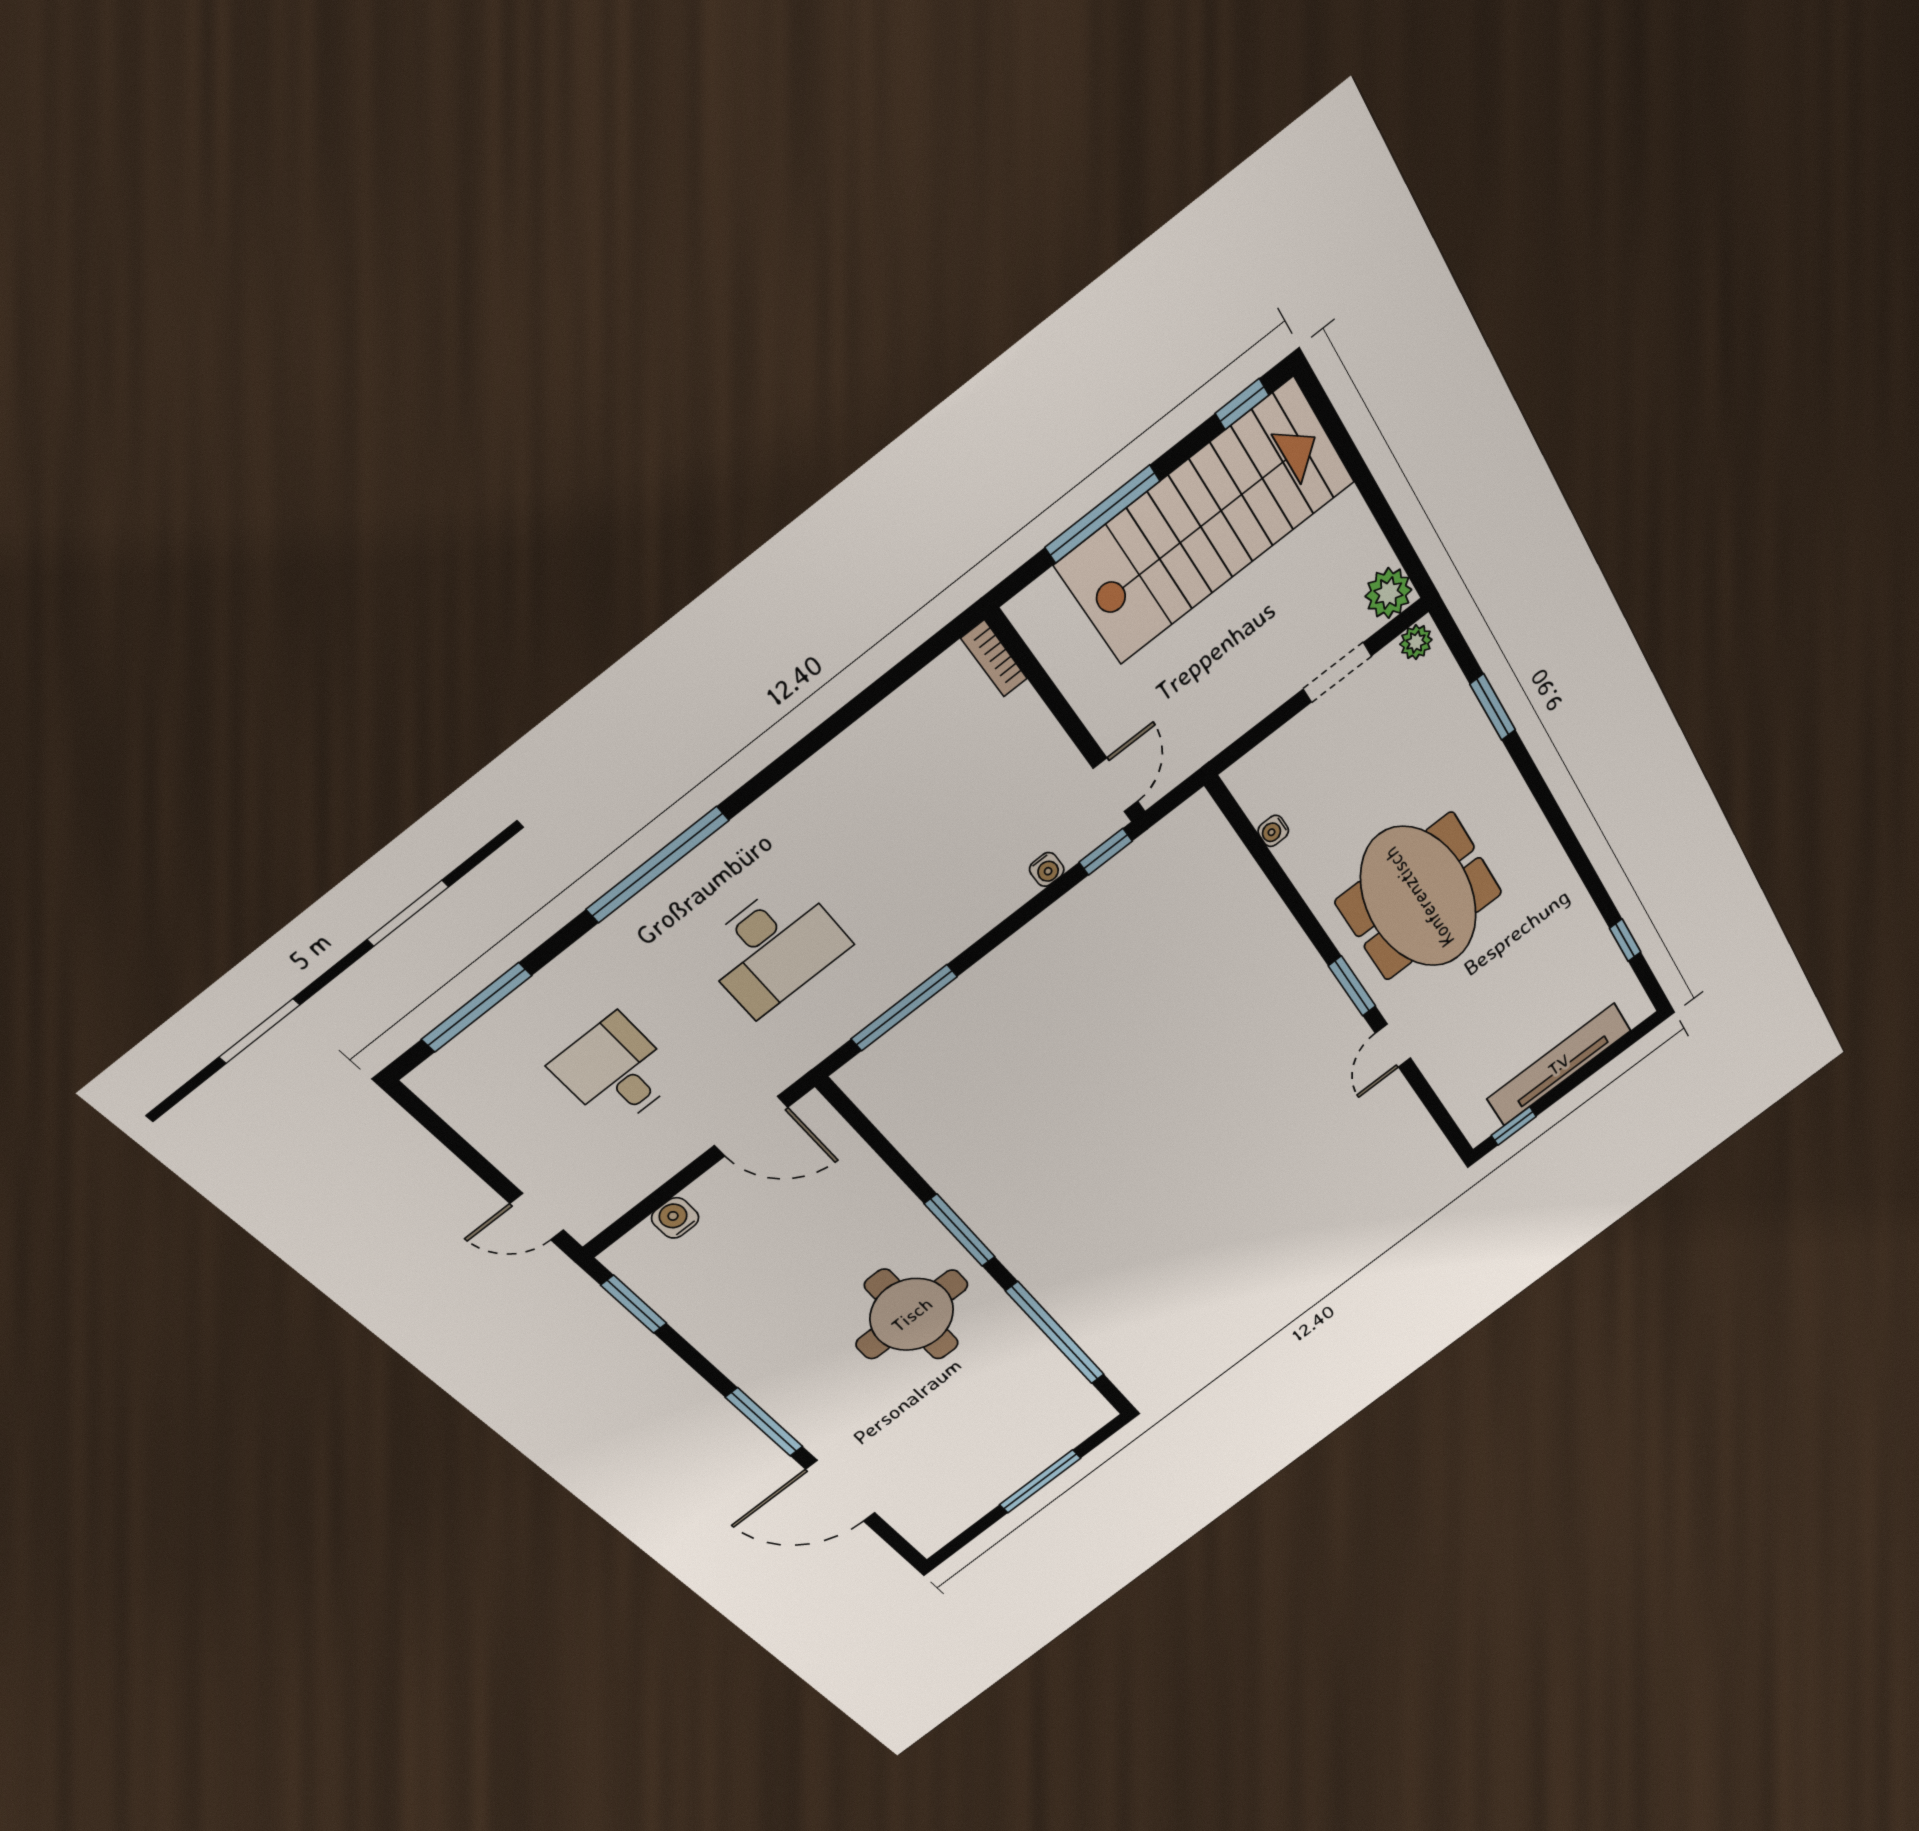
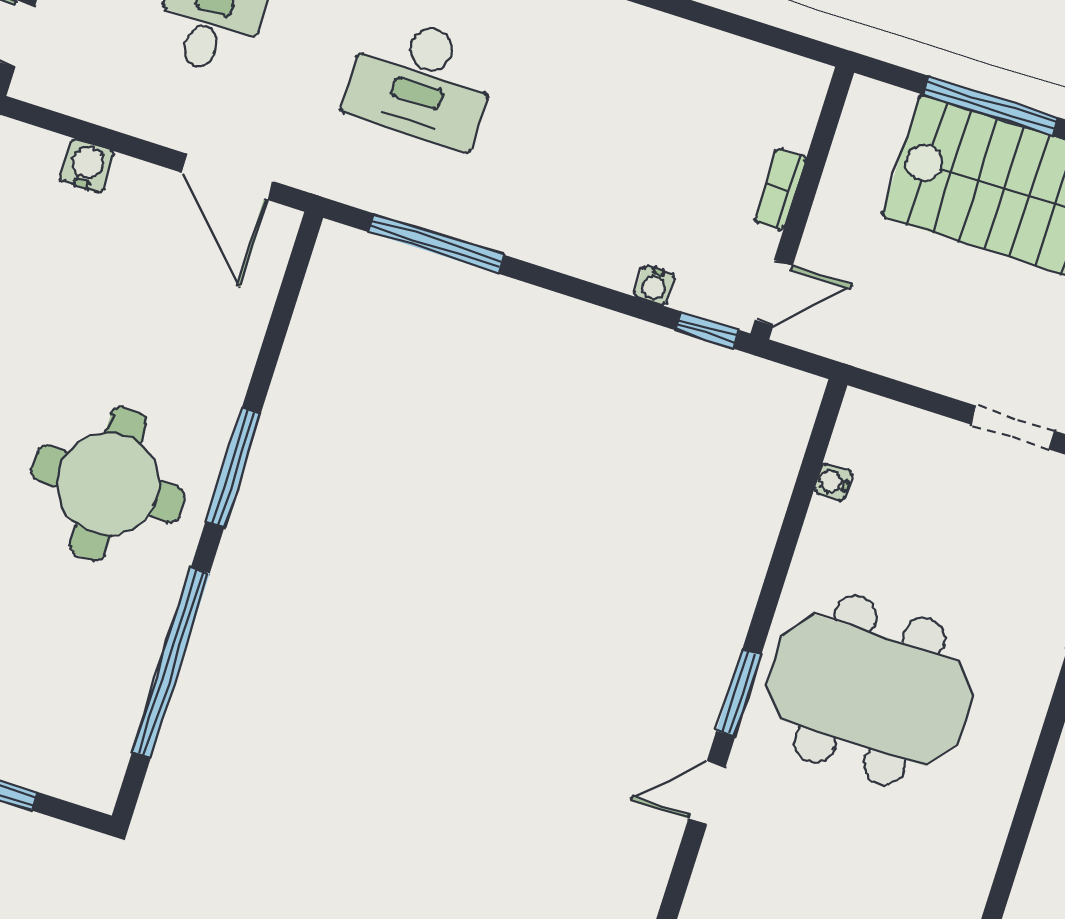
bookcase: (994, 658) -> (780, 189), moved
meeting table: (1419, 897) -> (870, 690), turned 90

